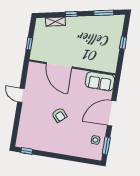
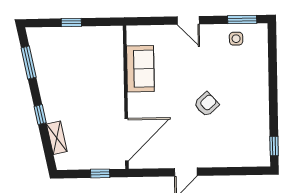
door: (59, 65) -> (127, 140), moved
sofa: (100, 81) -> (140, 69), moved
door: (112, 113) -> (188, 20), width x0.53

